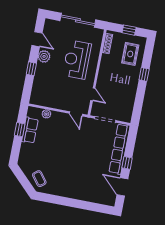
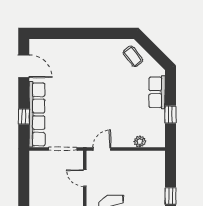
door: (76, 114) -> (102, 149), hinge flipped
row of seats: (30, 130) -> (157, 92), moved
window: (127, 163) -> (24, 116), moved

